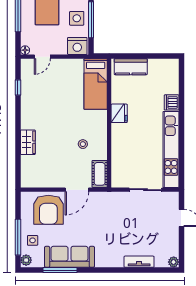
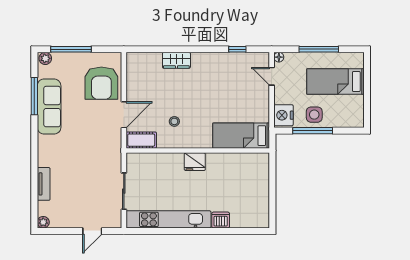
kitchen counter: (131, 67) -> (260, 175), removed
fridge: (119, 113) -> (195, 162), moved
door: (77, 190) -> (124, 115), swing flipped
armchair: (48, 210) -> (101, 83), turned -90
side table: (33, 240) -> (67, 66), removed

